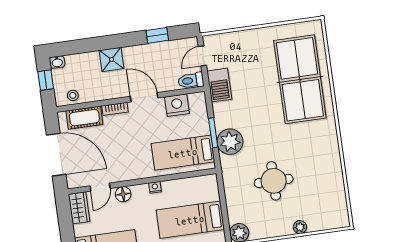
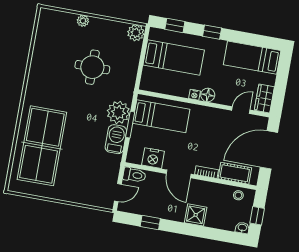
barbecue: (219, 85) -> (116, 139), moved
door: (56, 155) -> (269, 150), hinge flipped
floor lamp: (123, 194) -> (208, 95), moved

